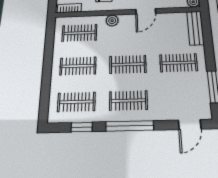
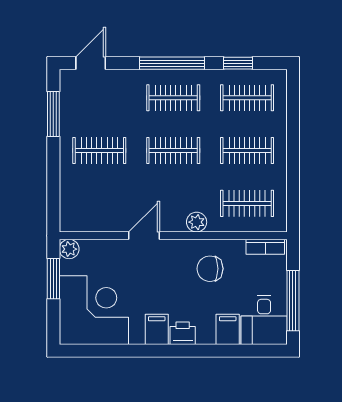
bench: (195, 28) -> (70, 204), removed

